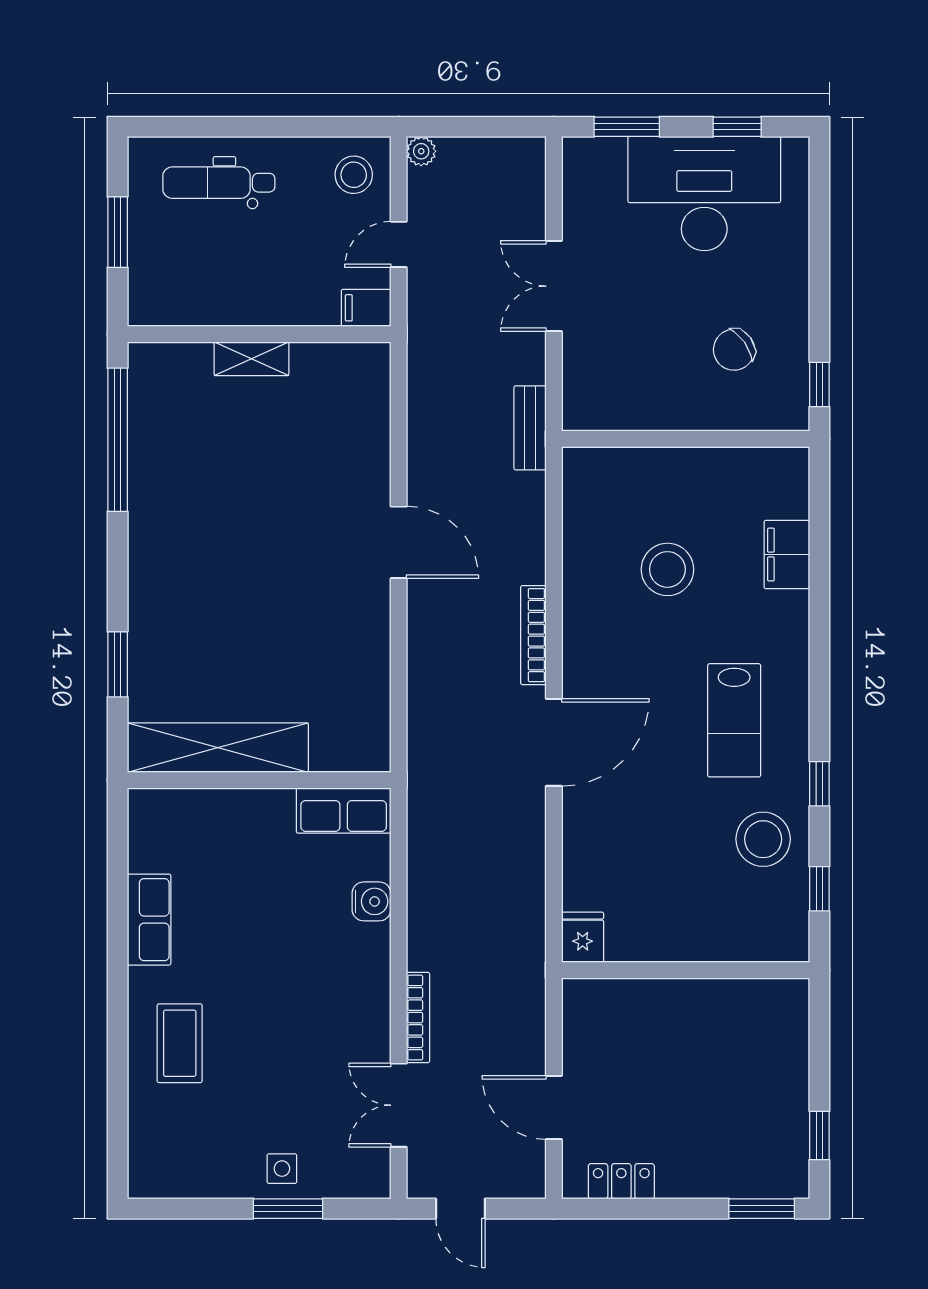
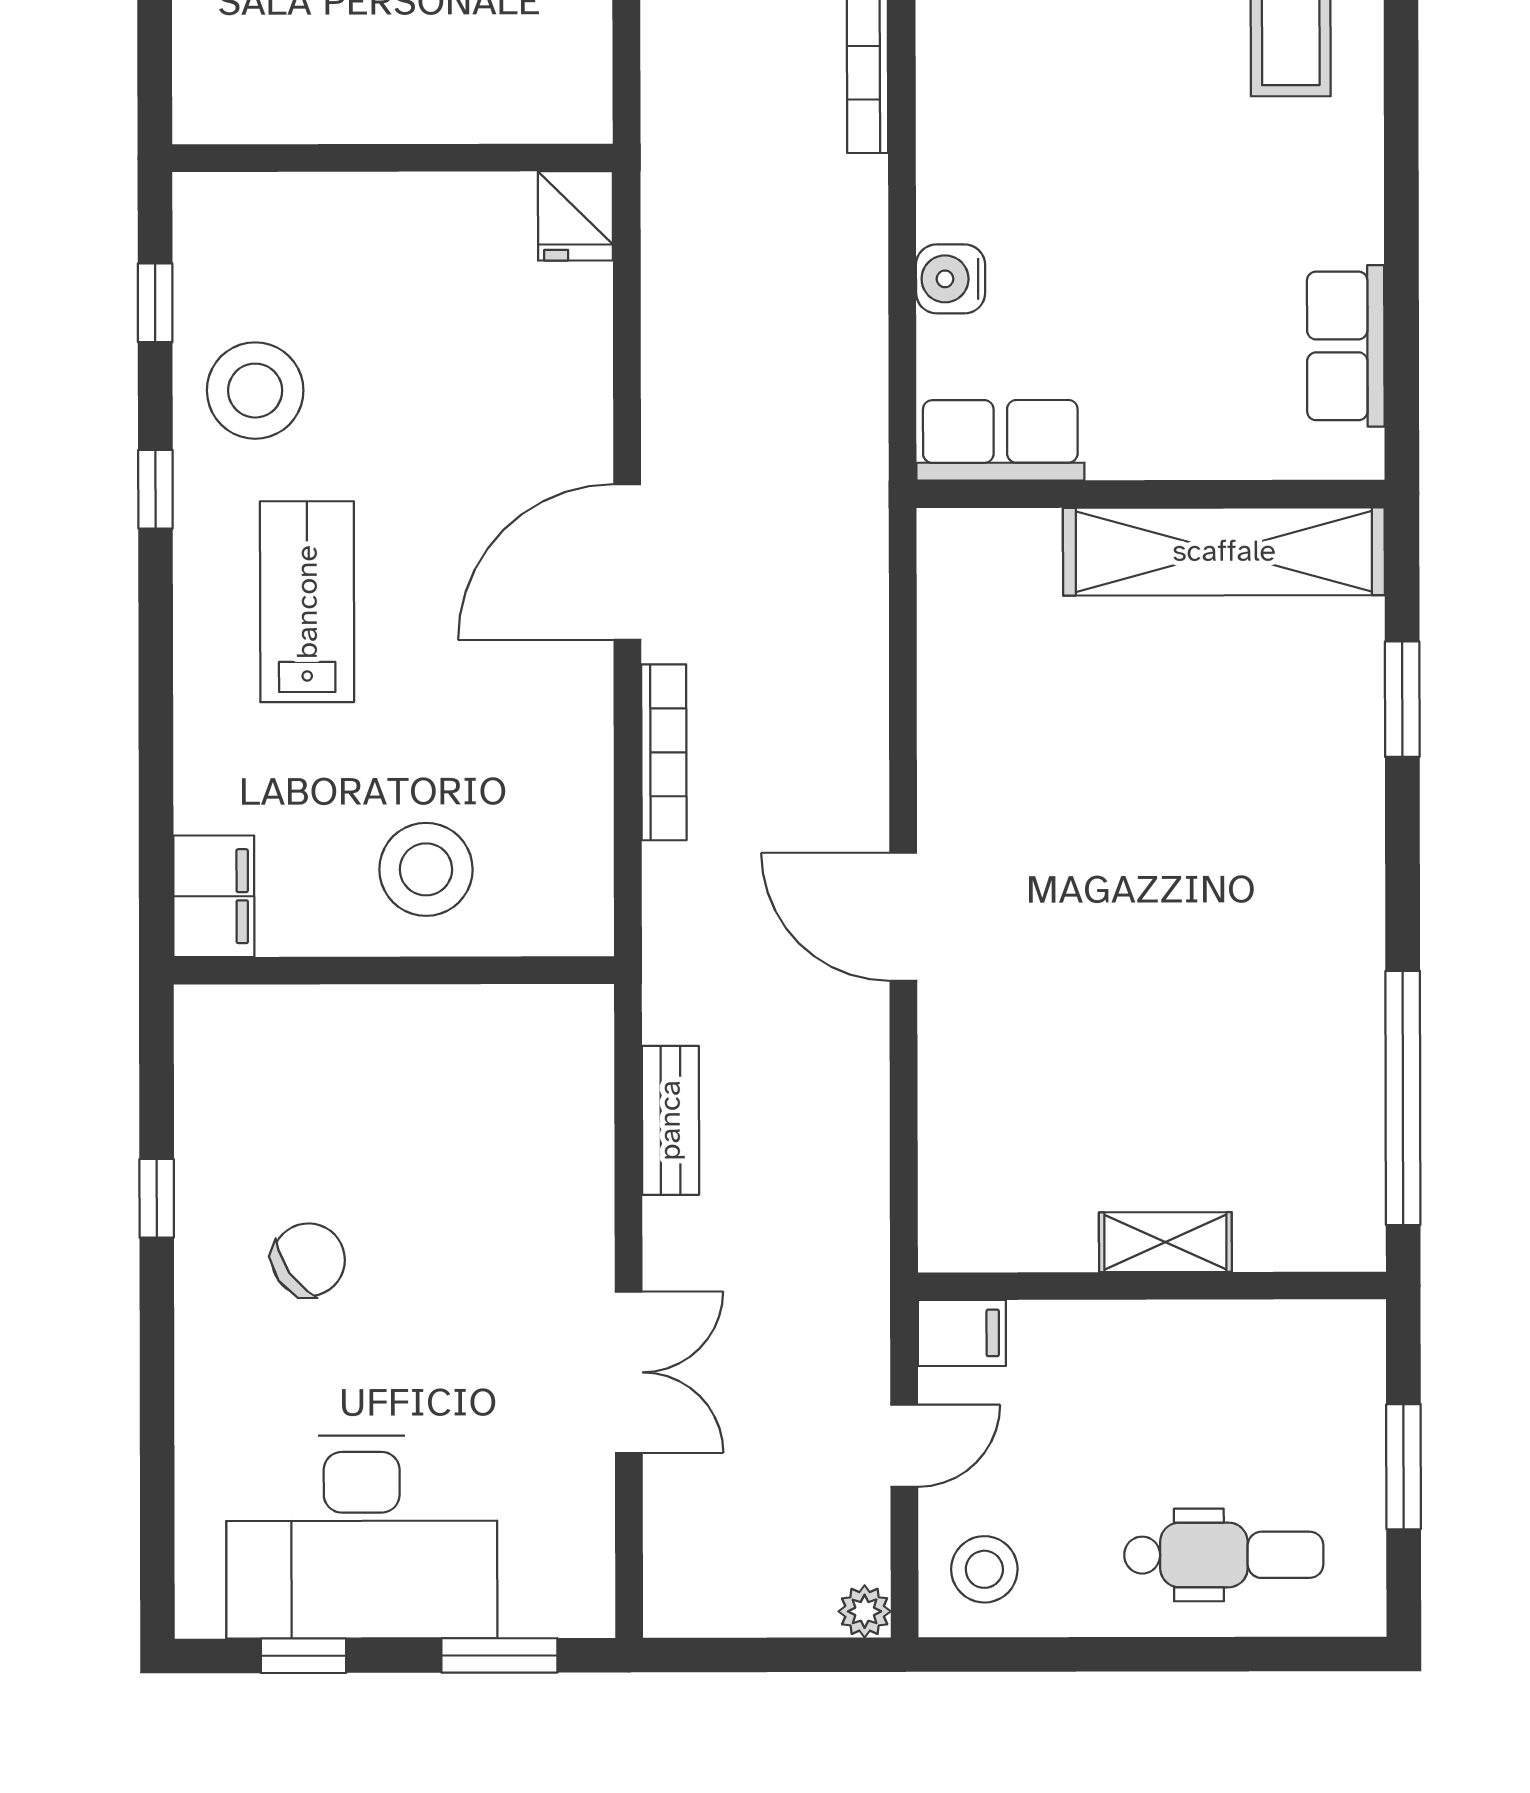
wall: (686, 439) -> (394, 970), moved
row of seats: (149, 920) -> (1346, 346), moved

